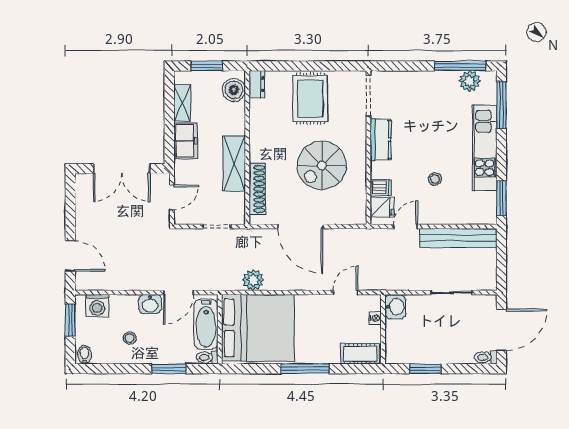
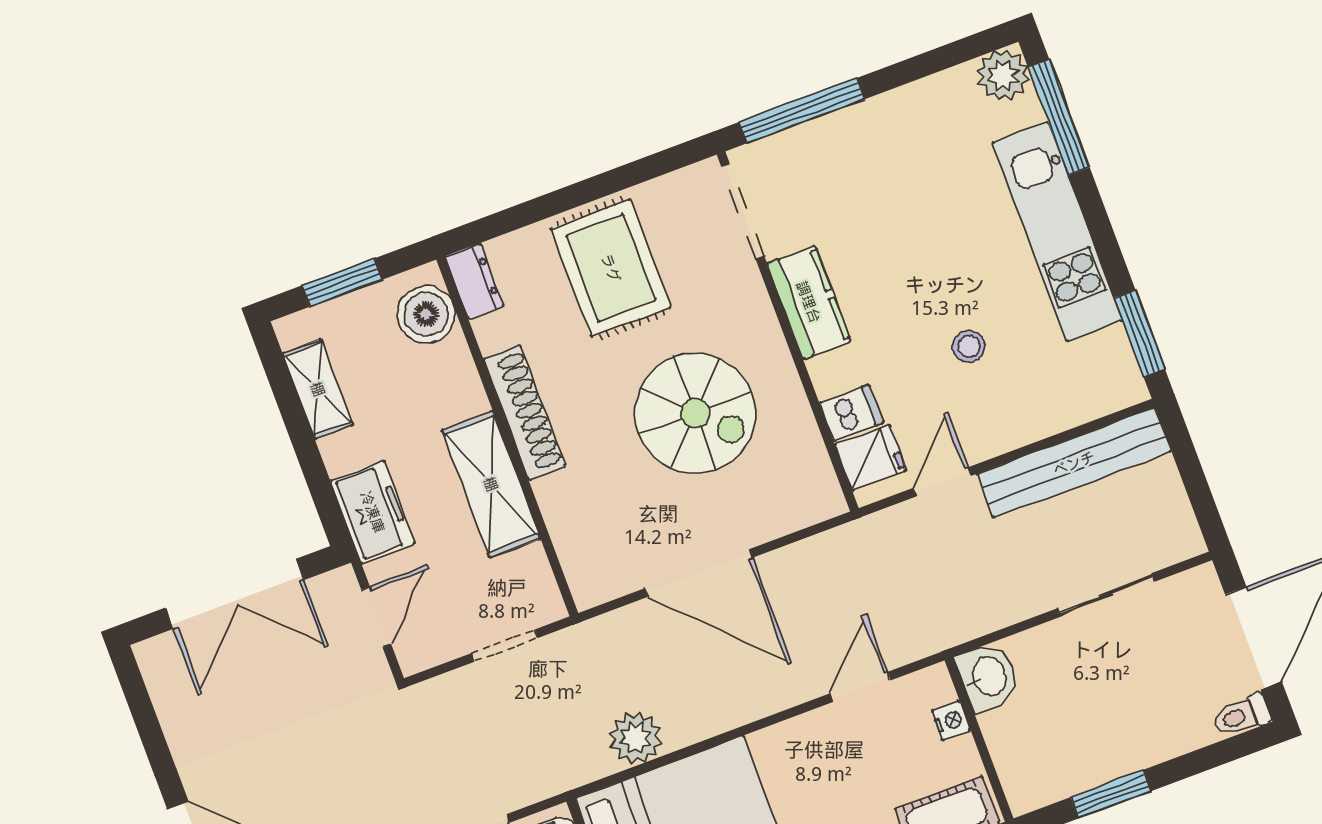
window: (460, 66) -> (802, 111), moved
plant: (470, 81) -> (1003, 75), moved
freezer: (186, 141) -> (373, 512), moved
spiral stairs: (322, 165) -> (695, 413), turned -90
shoe rack: (257, 189) -> (525, 413), moved

